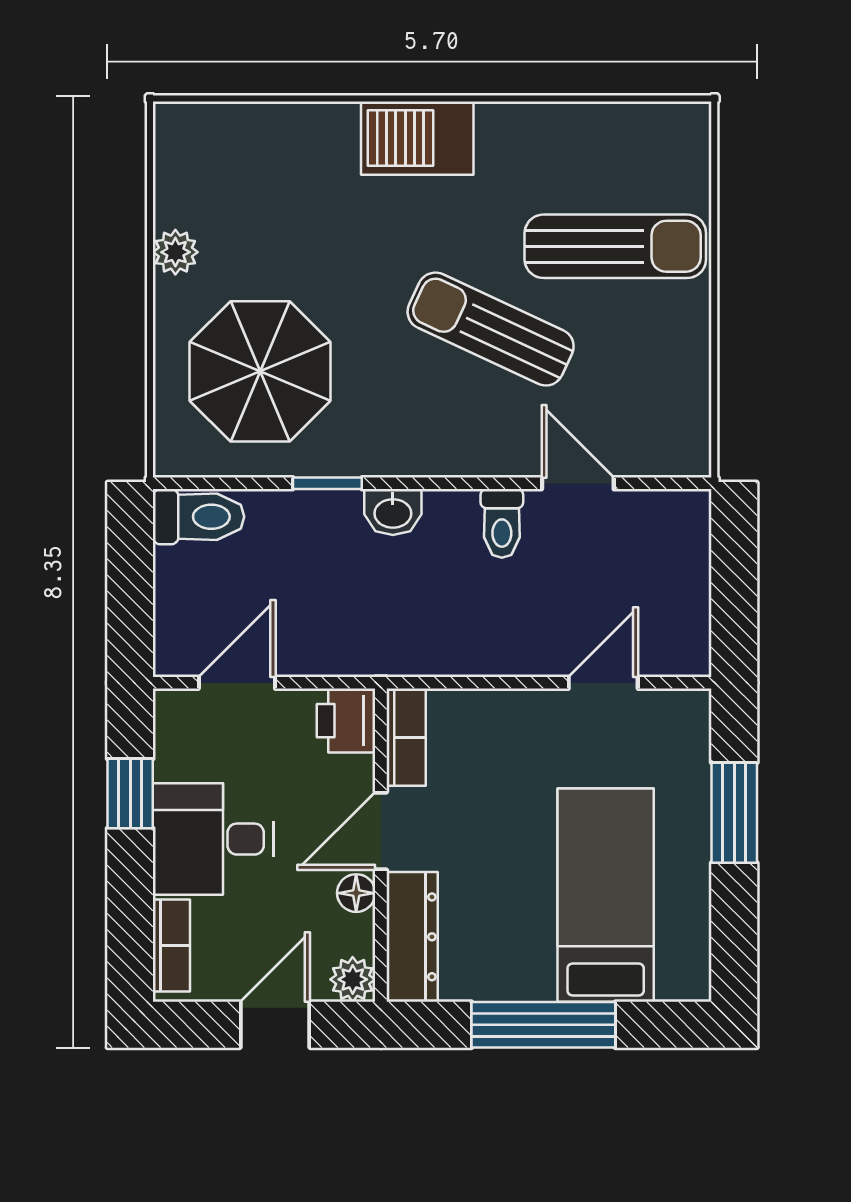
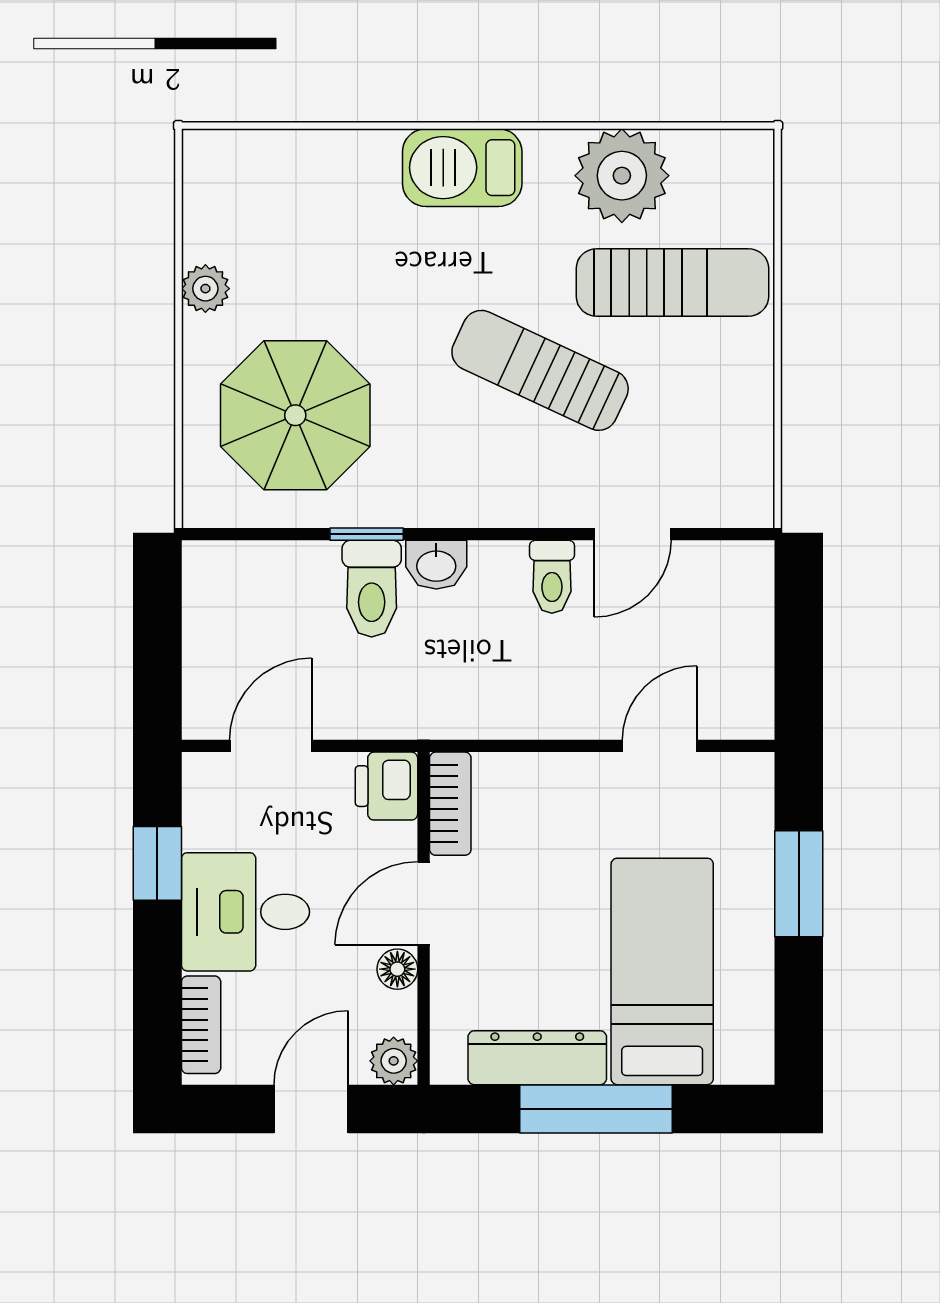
plant: (568, 146) -> (622, 176), added
door: (578, 483) -> (633, 534), swing flipped
toilet: (199, 517) -> (372, 589), moved, turned 90
dresser: (412, 937) -> (537, 1058), moved, turned -90

